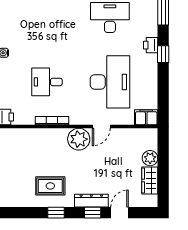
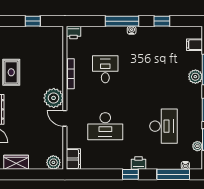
desk: (110, 82) -> (105, 126), width x0.73, depth x0.77
plant: (150, 158) -> (53, 162), moved

